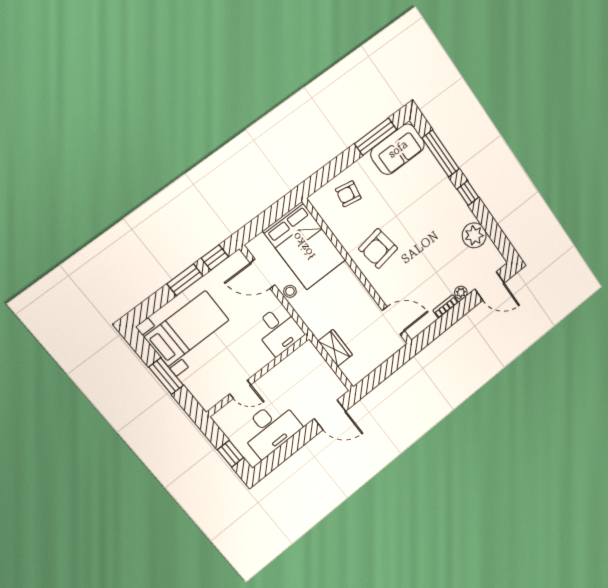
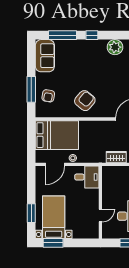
window: (376, 137) -> (31, 89), moved
armchair: (378, 249) -> (85, 101), turned -131
window: (215, 257) -> (31, 180), removed
window: (185, 280) -> (31, 213), moved
window: (166, 376) -> (53, 243), moved

